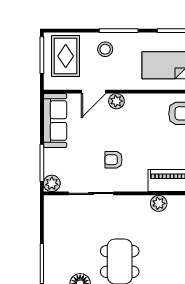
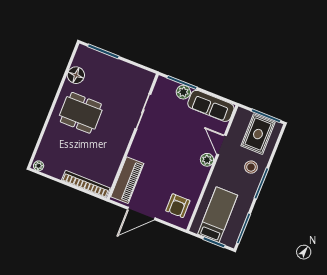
rug: (66, 56) -> (258, 134), turned 90
armchair: (114, 160) -> (162, 139), removed
plant: (52, 183) -> (183, 92), moved
plant: (159, 203) -> (114, 161), removed

